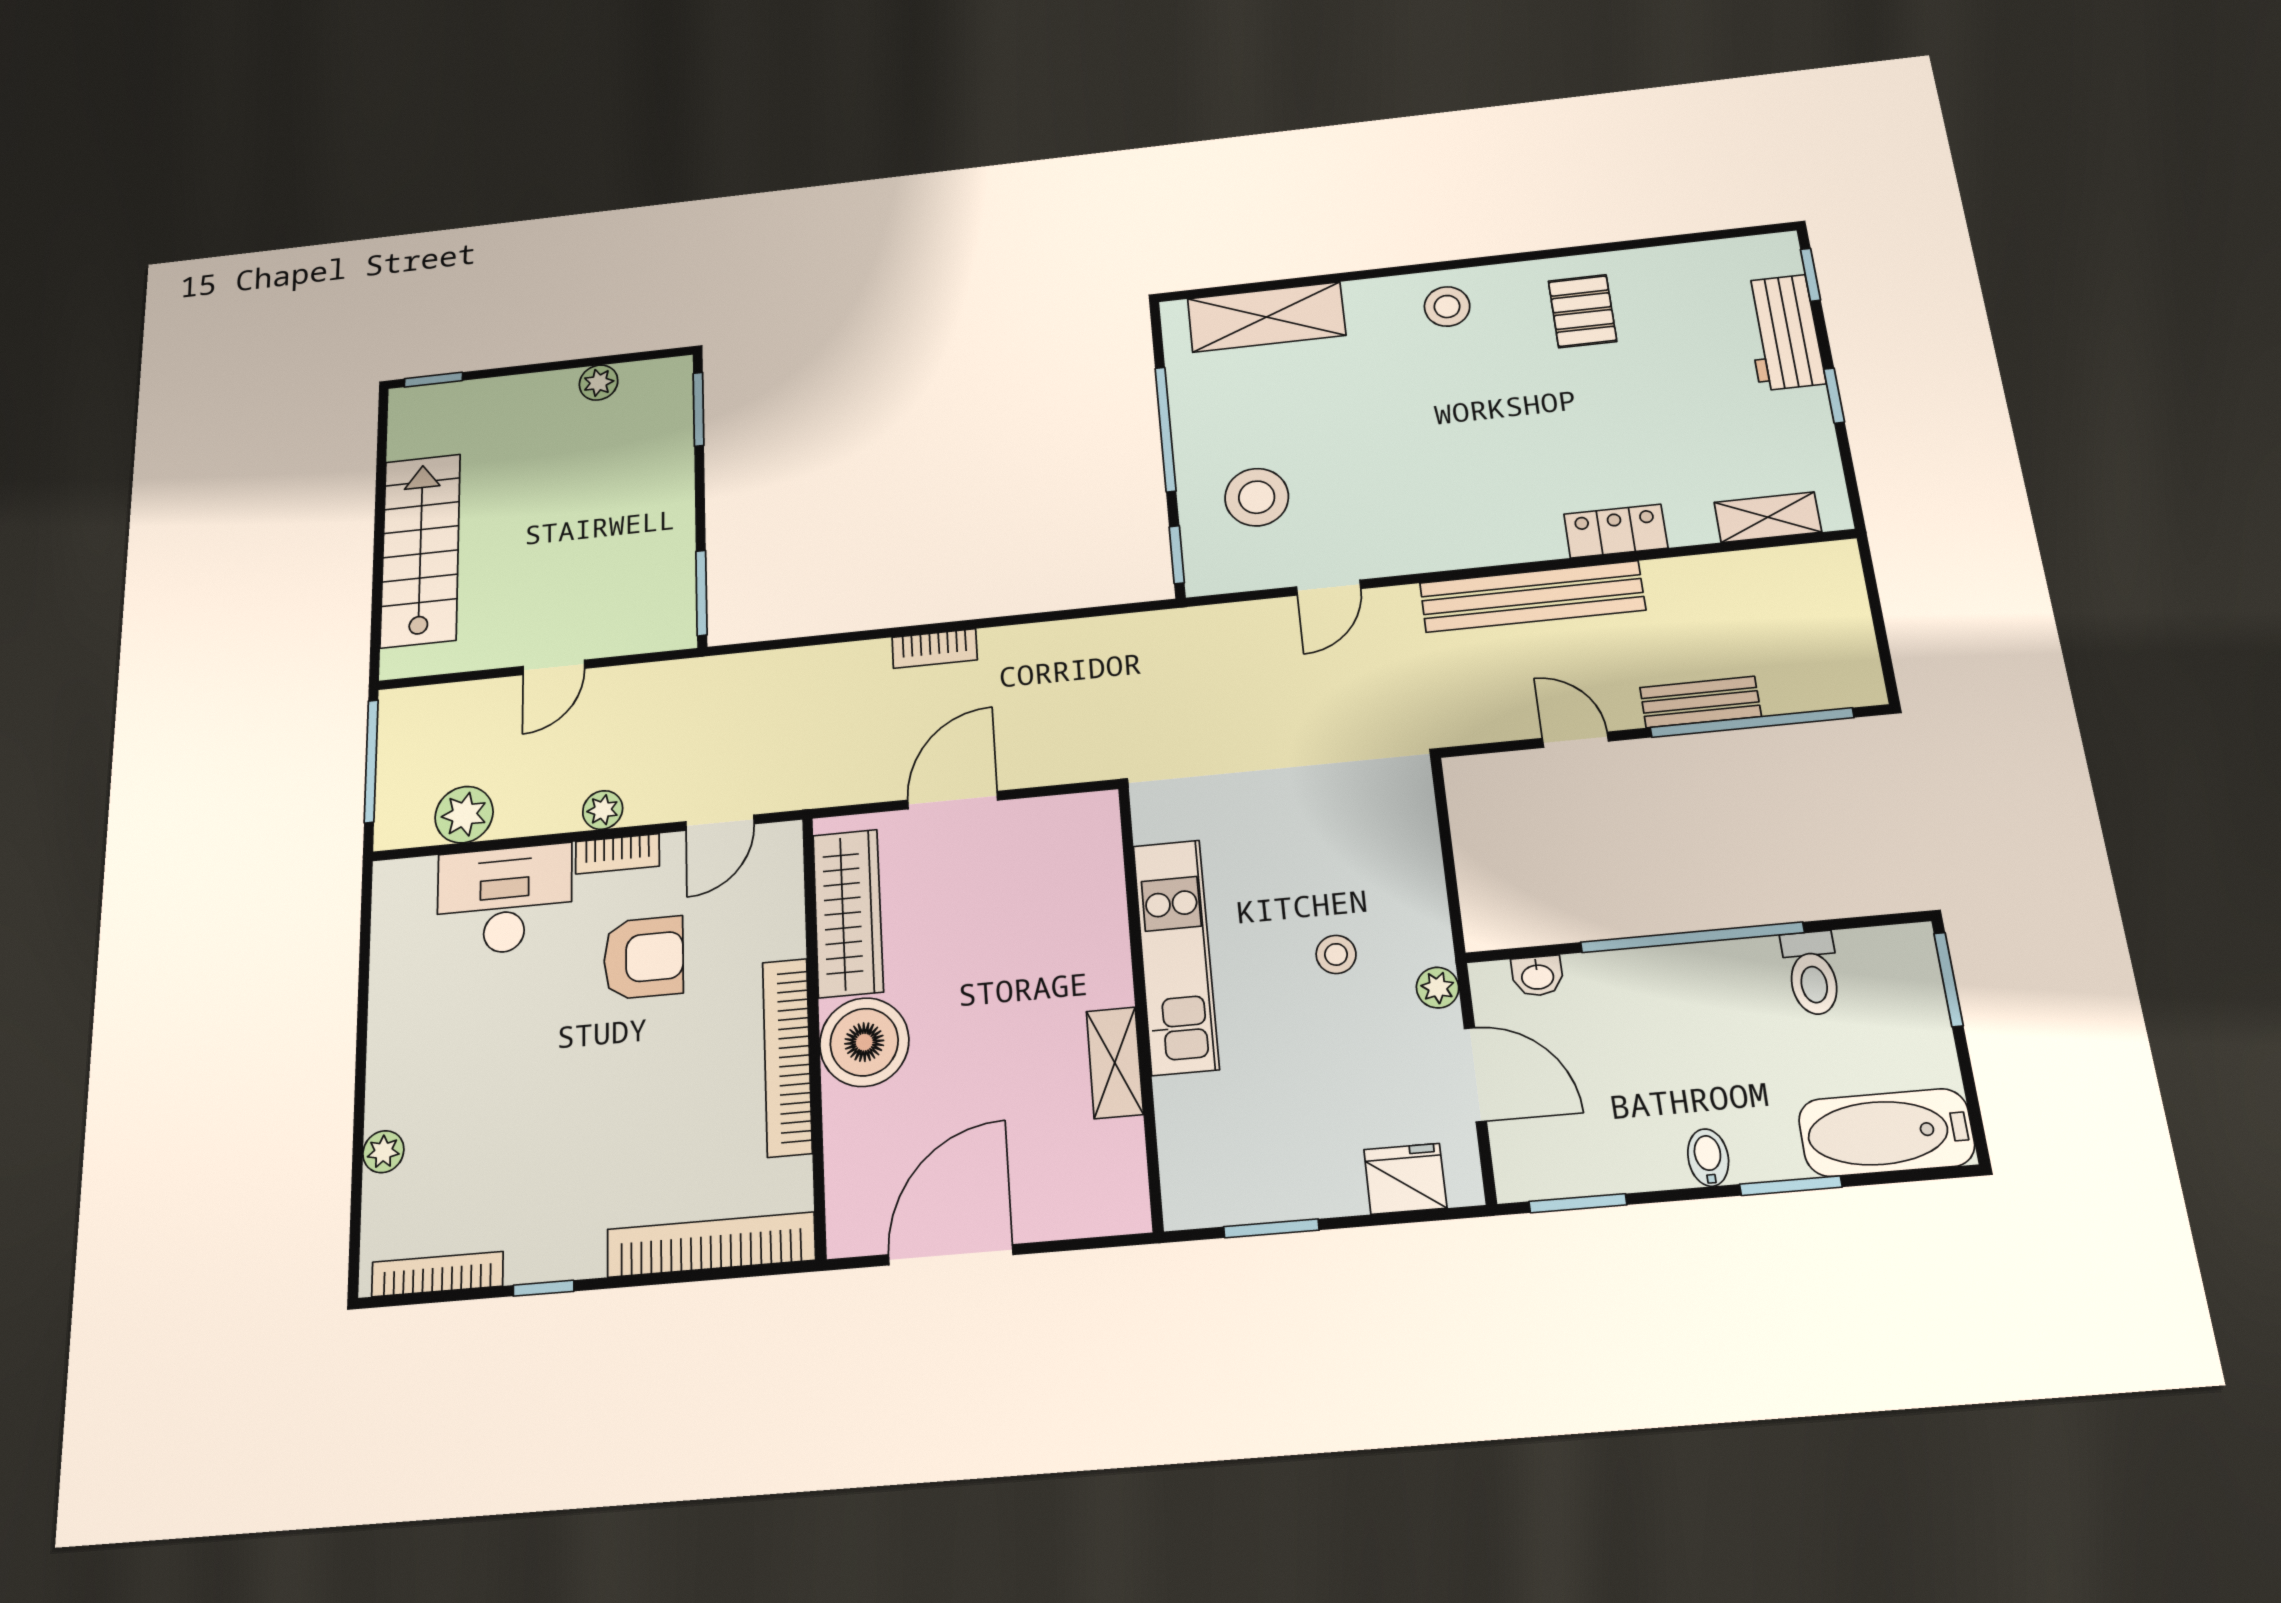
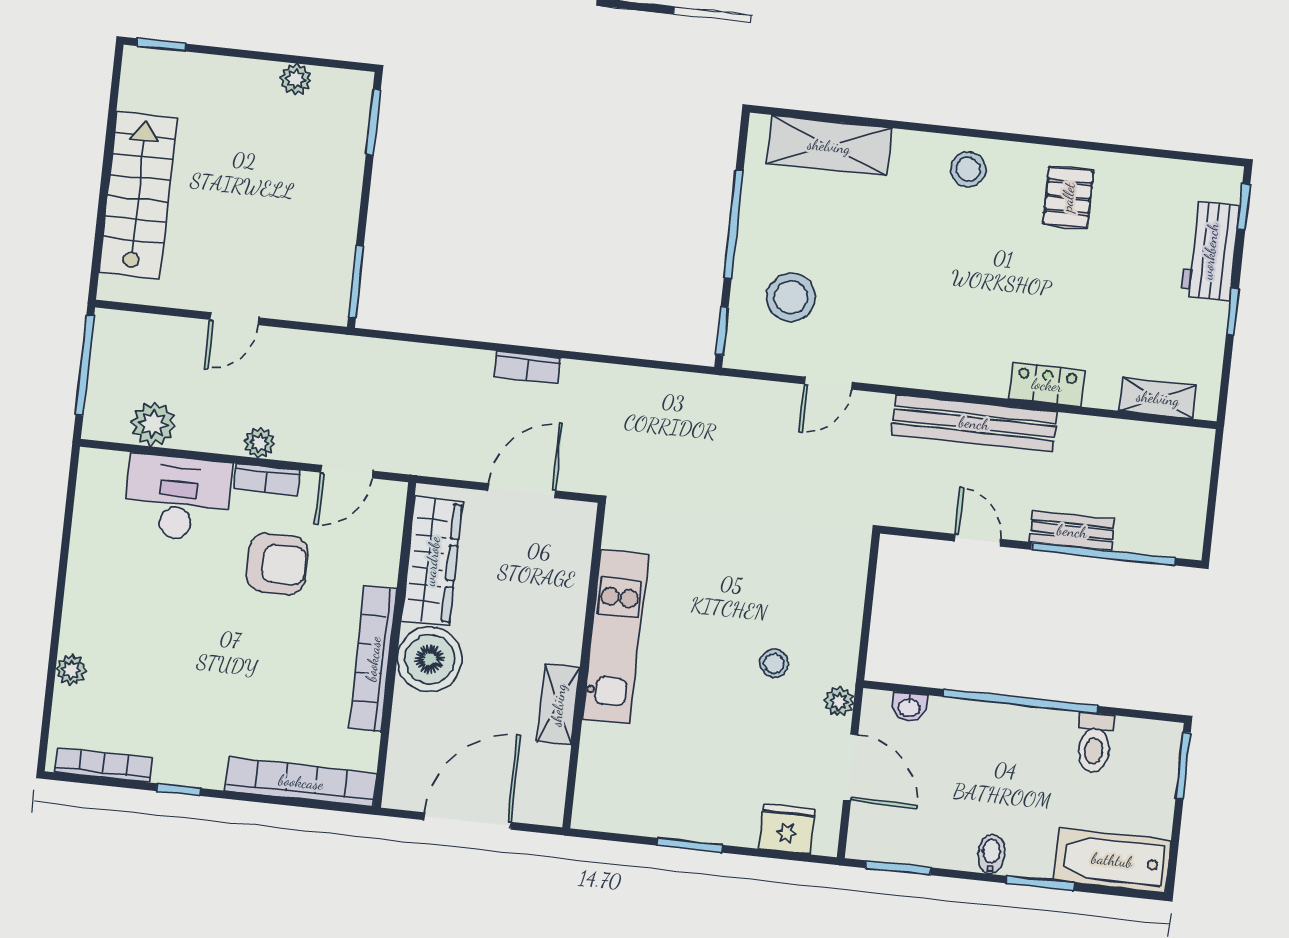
kitchen unit: (1176, 956) -> (615, 637), moved
wall: (1140, 1003) -> (584, 666), moved
shelving: (1115, 1063) -> (558, 705), moved

